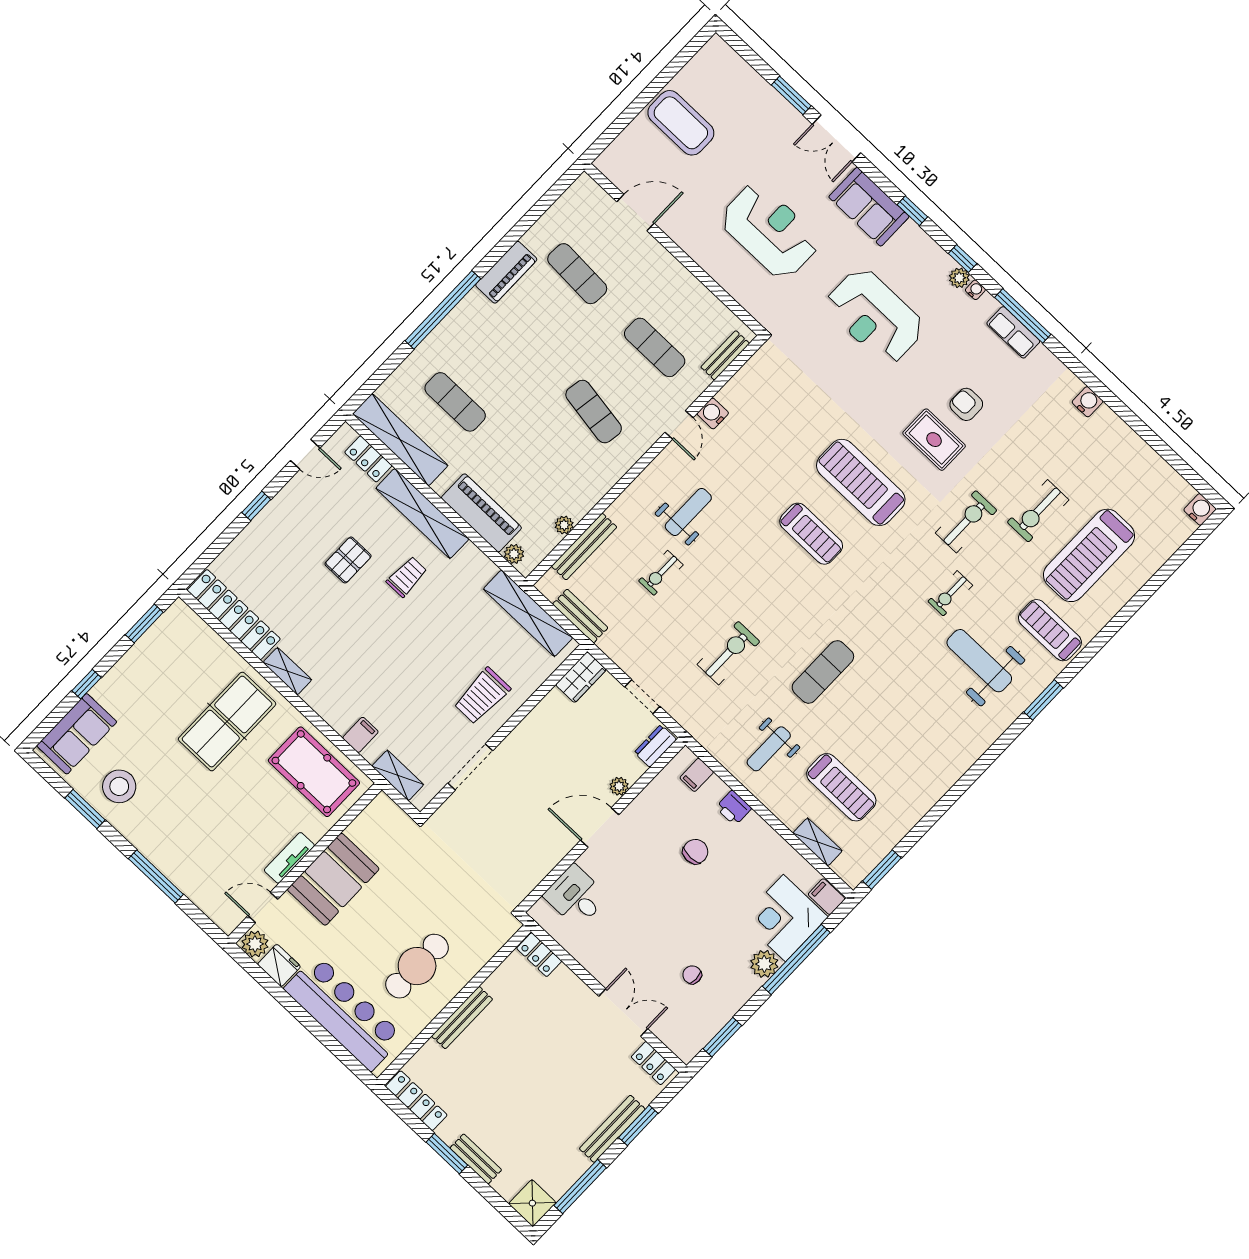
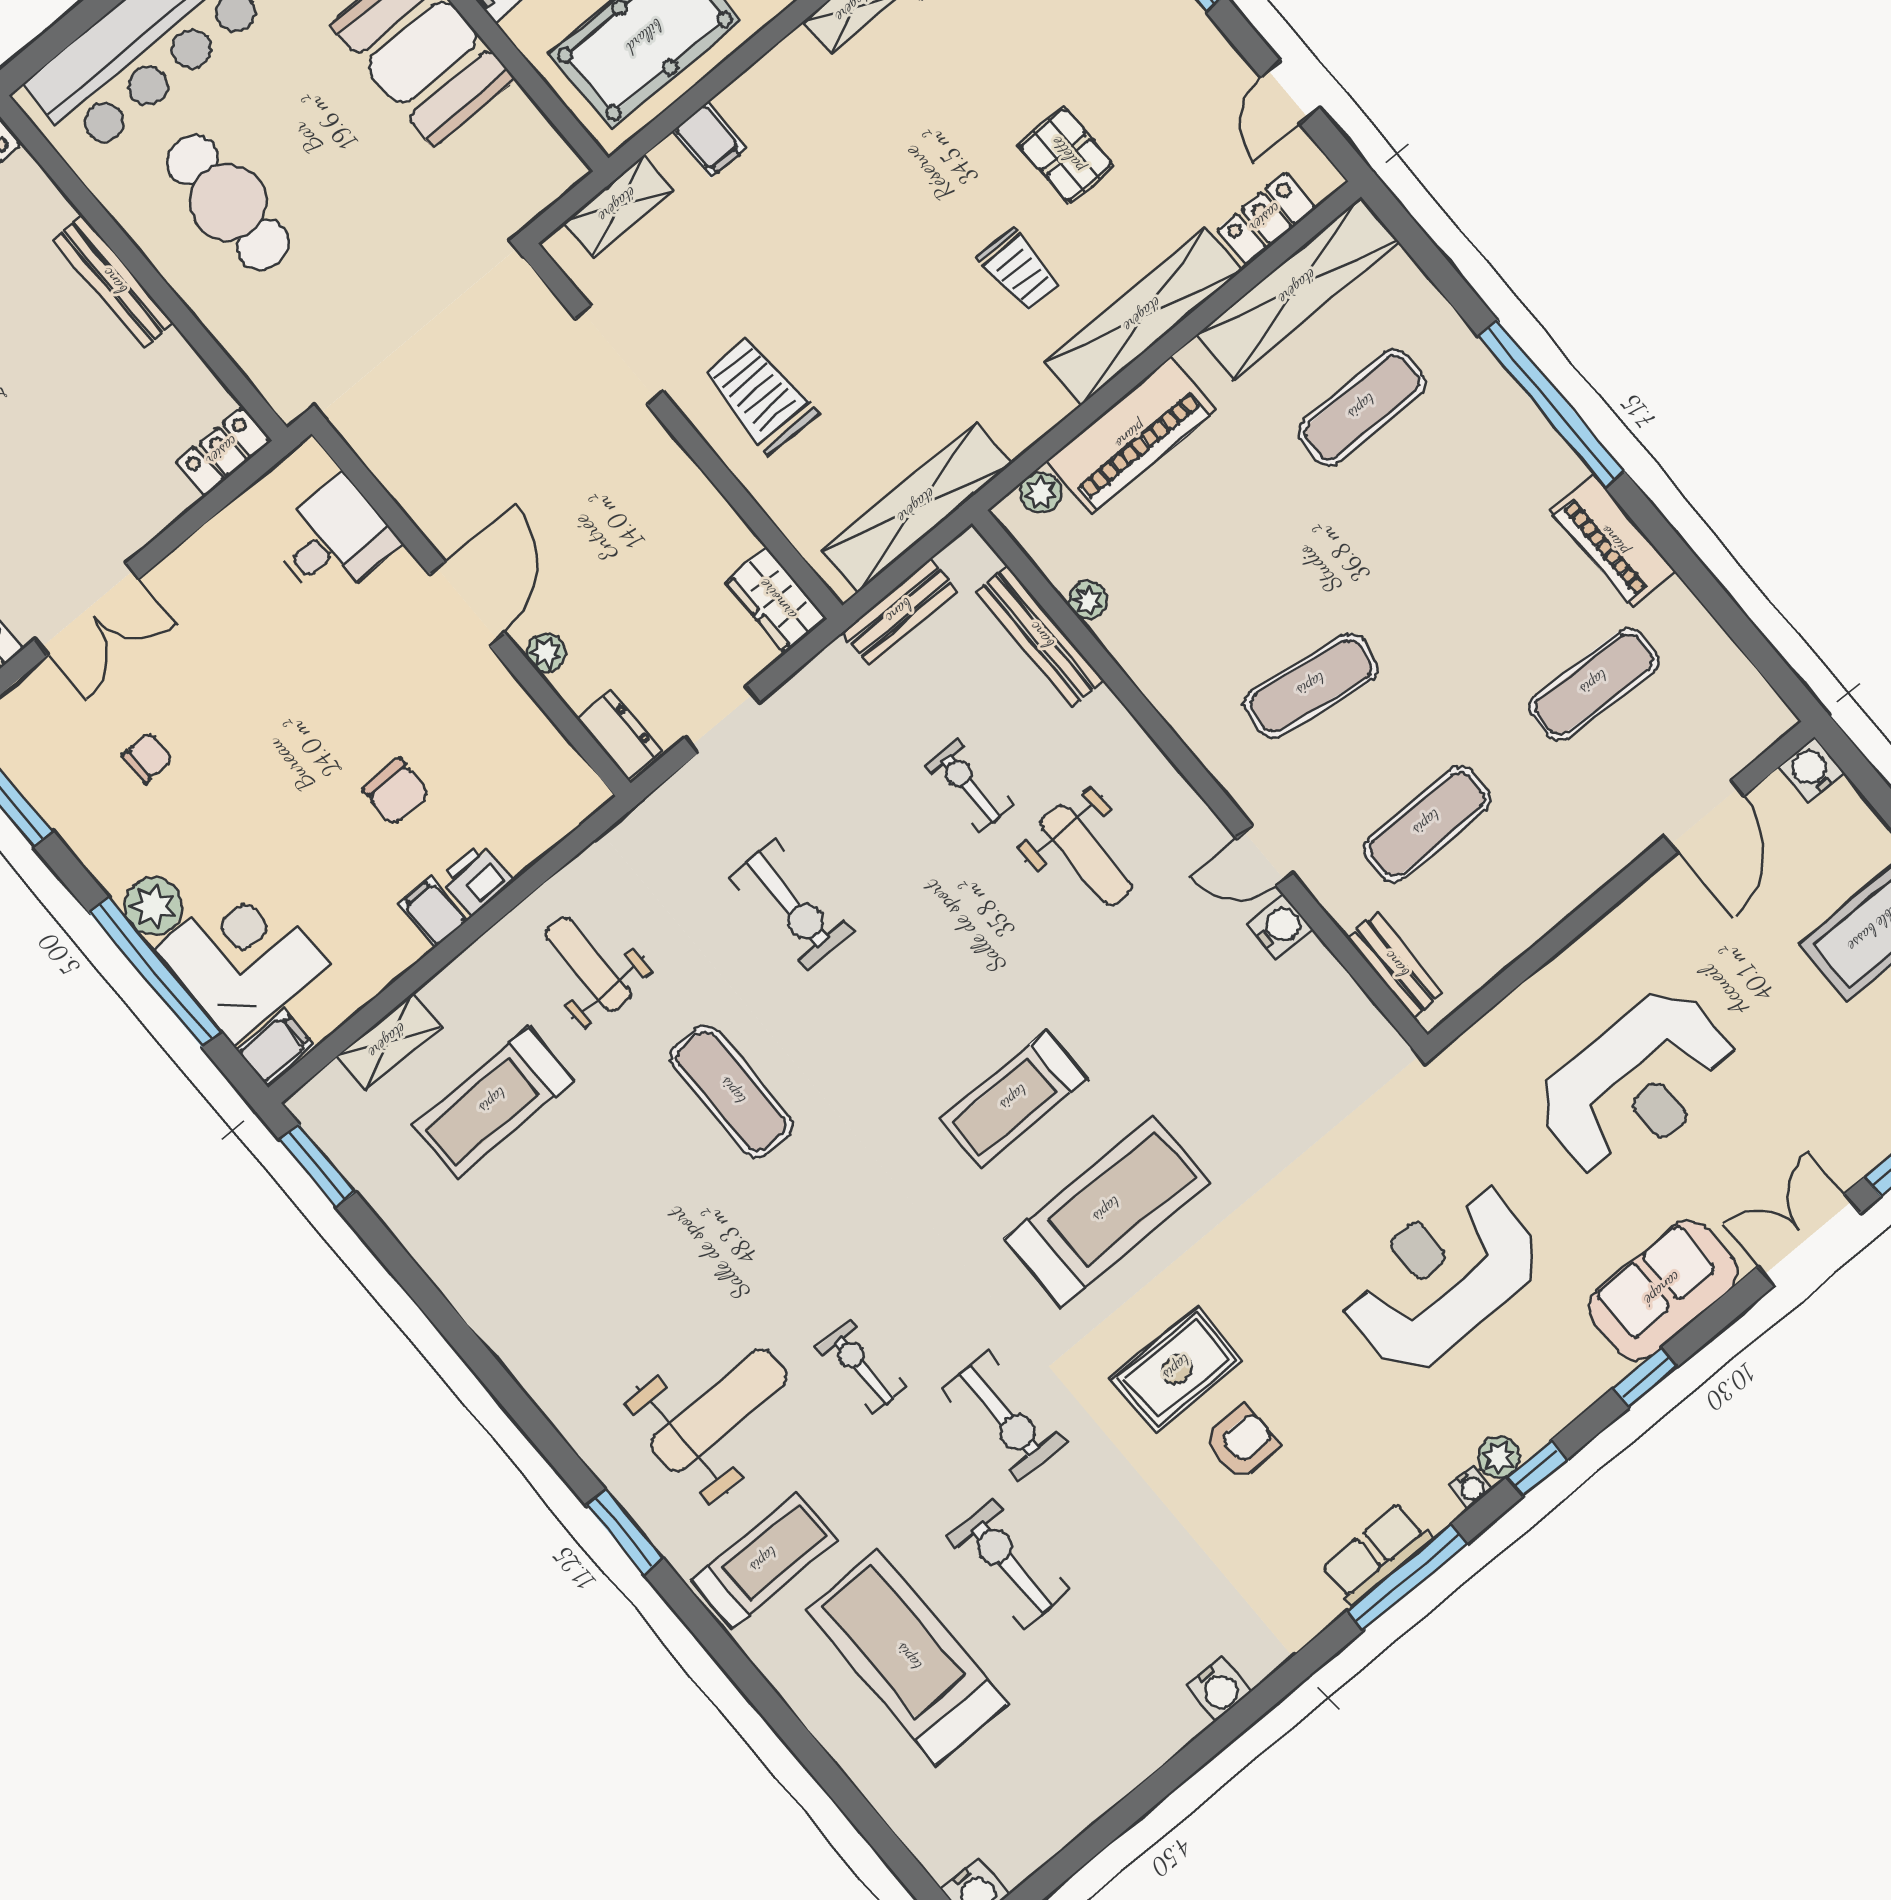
water cooler: (607, 163) -> (1812, 770), added
filing cabinet: (697, 775) -> (433, 912), moved

